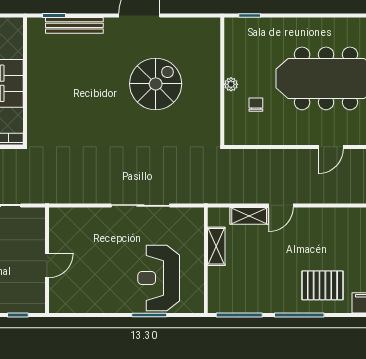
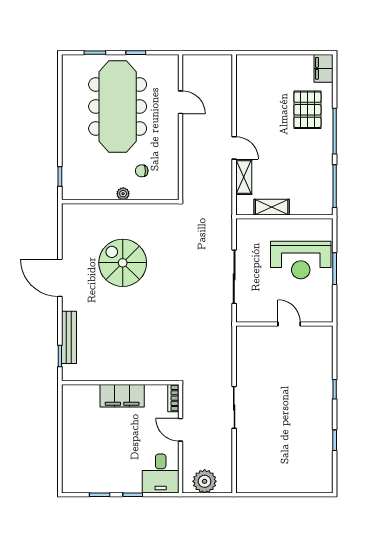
wall: (47, 260) -> (284, 324), moved
door: (47, 265) -> (289, 324), moved

